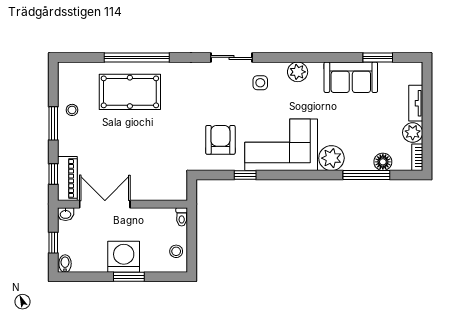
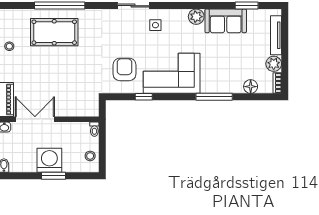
plant: (298, 72) -> (196, 17), moved
tv unit: (416, 103) -> (276, 35), width x1.41
plant: (331, 158) -> (211, 84), removed
window: (366, 175) -> (214, 97), moved

